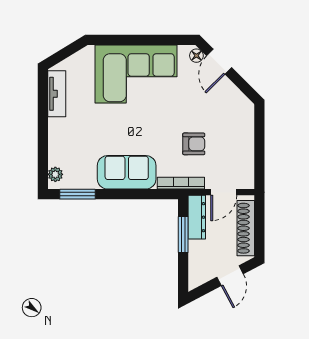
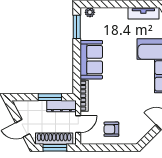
armchair: (194, 144) -> (111, 129), moved, turned 90
door: (224, 192) -> (78, 124), swing flipped
window: (259, 227) -> (55, 148), added

